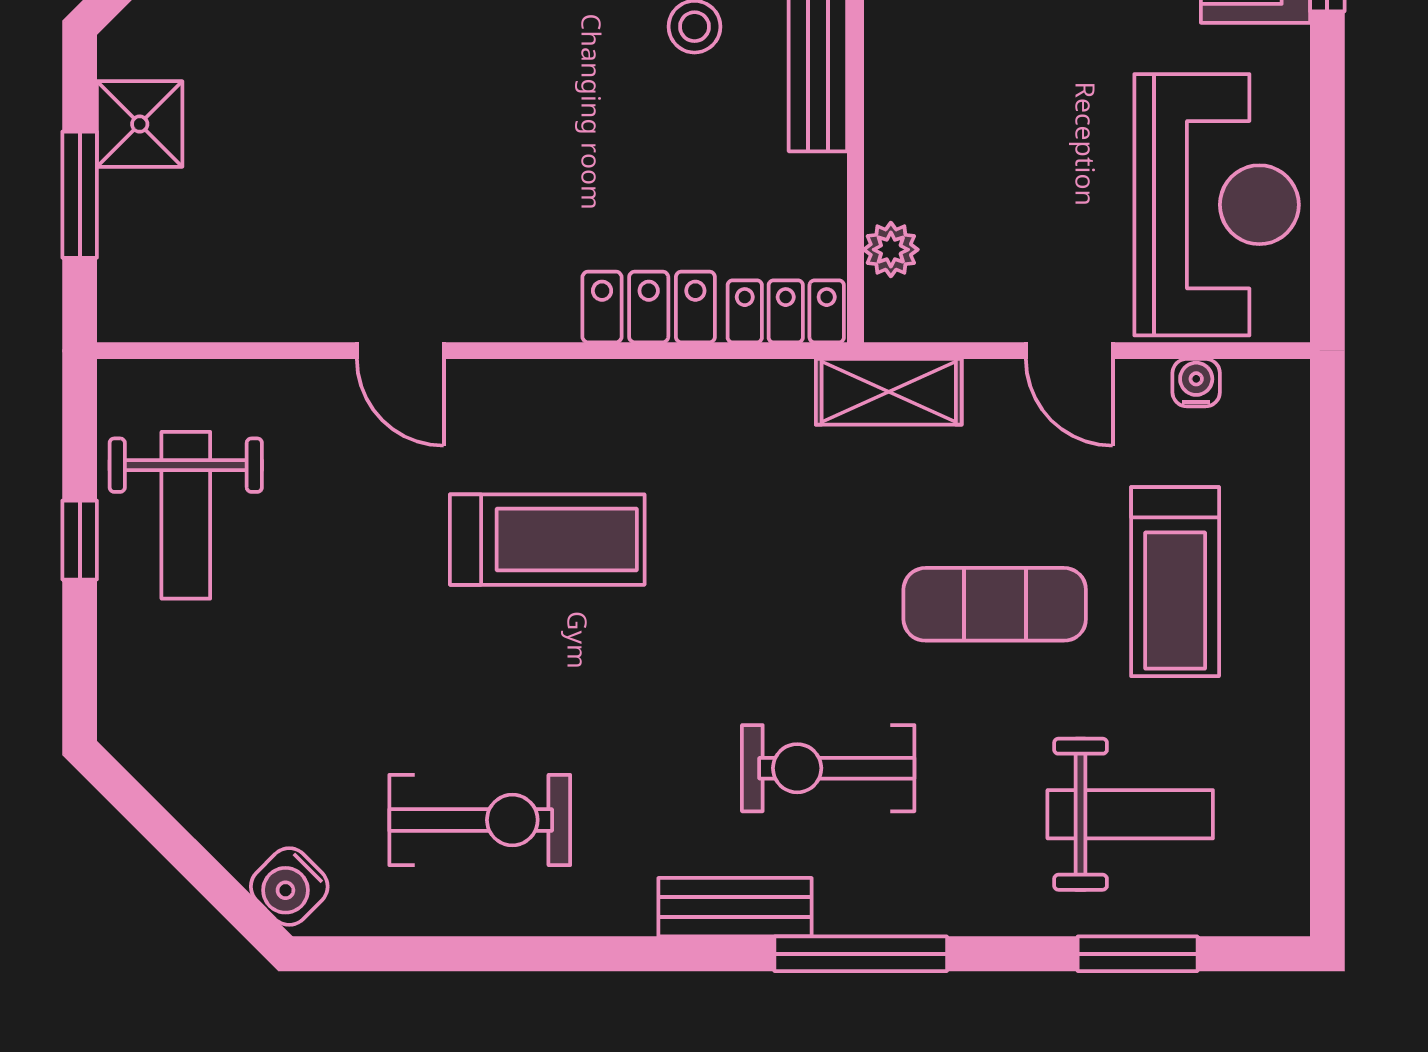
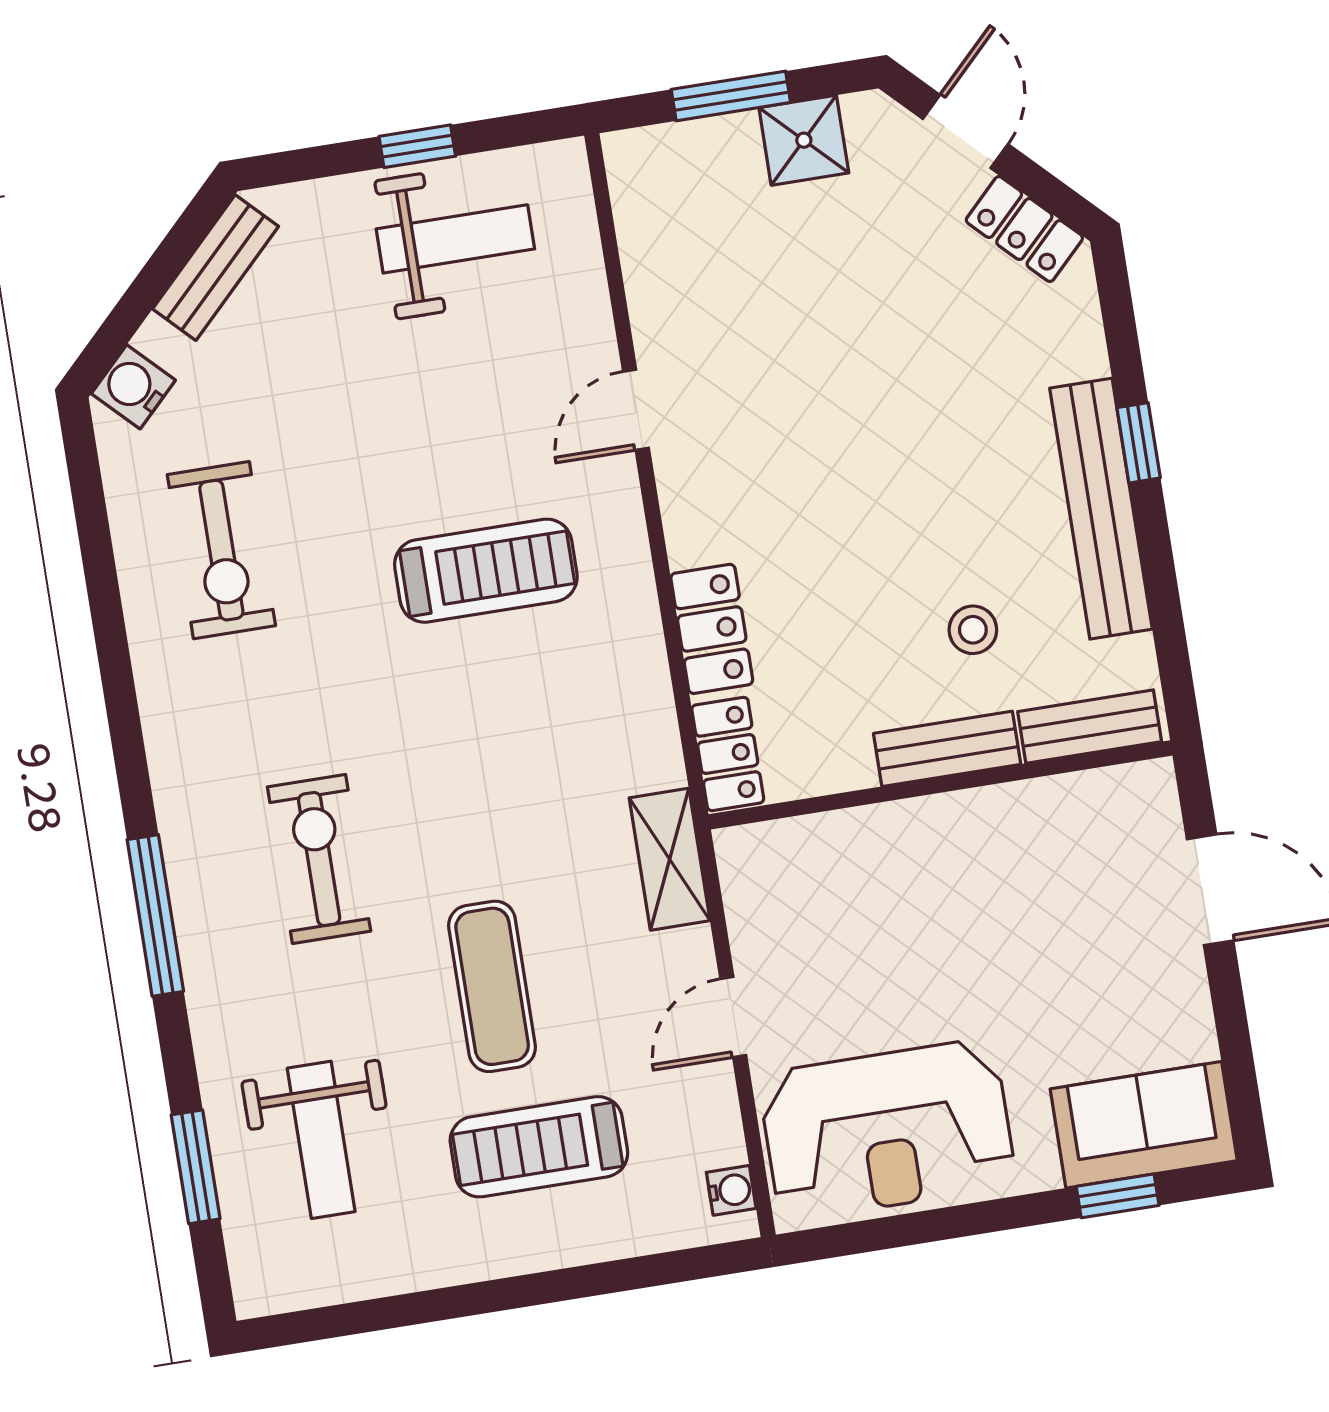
plant: (891, 250) -> (799, 840), removed
water cooler: (1196, 383) -> (731, 1190), moved
weight bench: (186, 515) -> (455, 239), turned 180
treadmill: (547, 540) -> (486, 571), turned -90
bench: (735, 907) -> (215, 268), moved, turned 45

